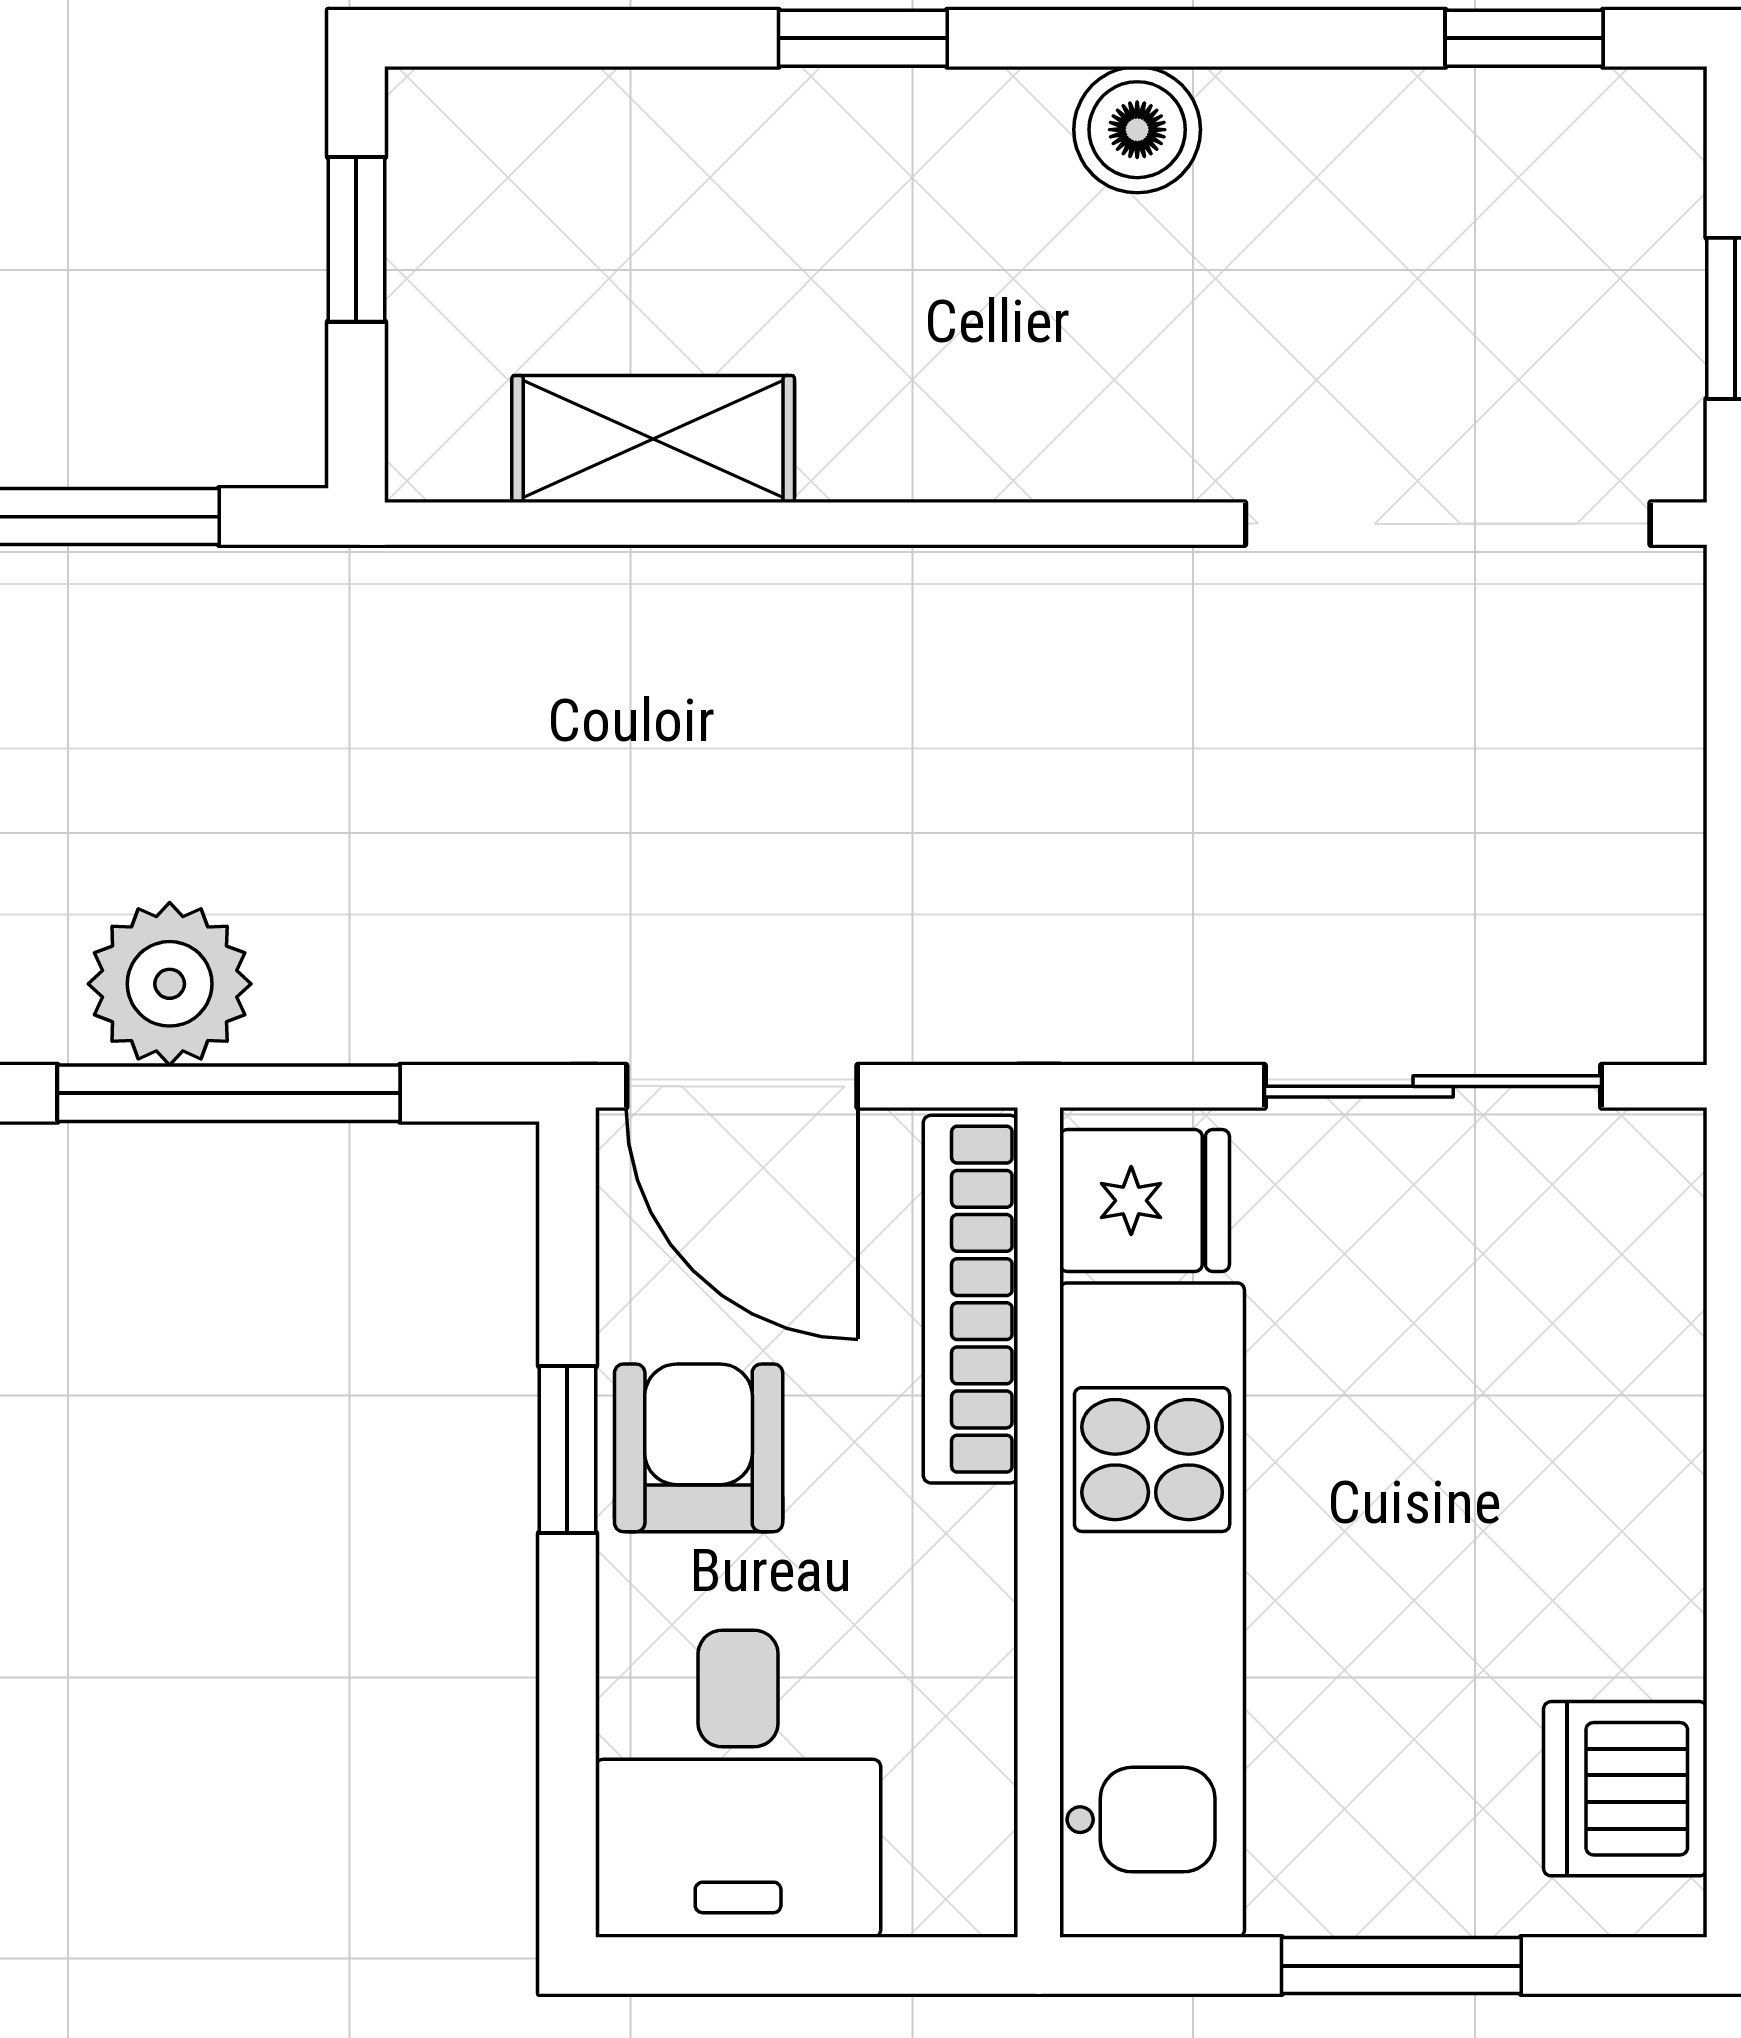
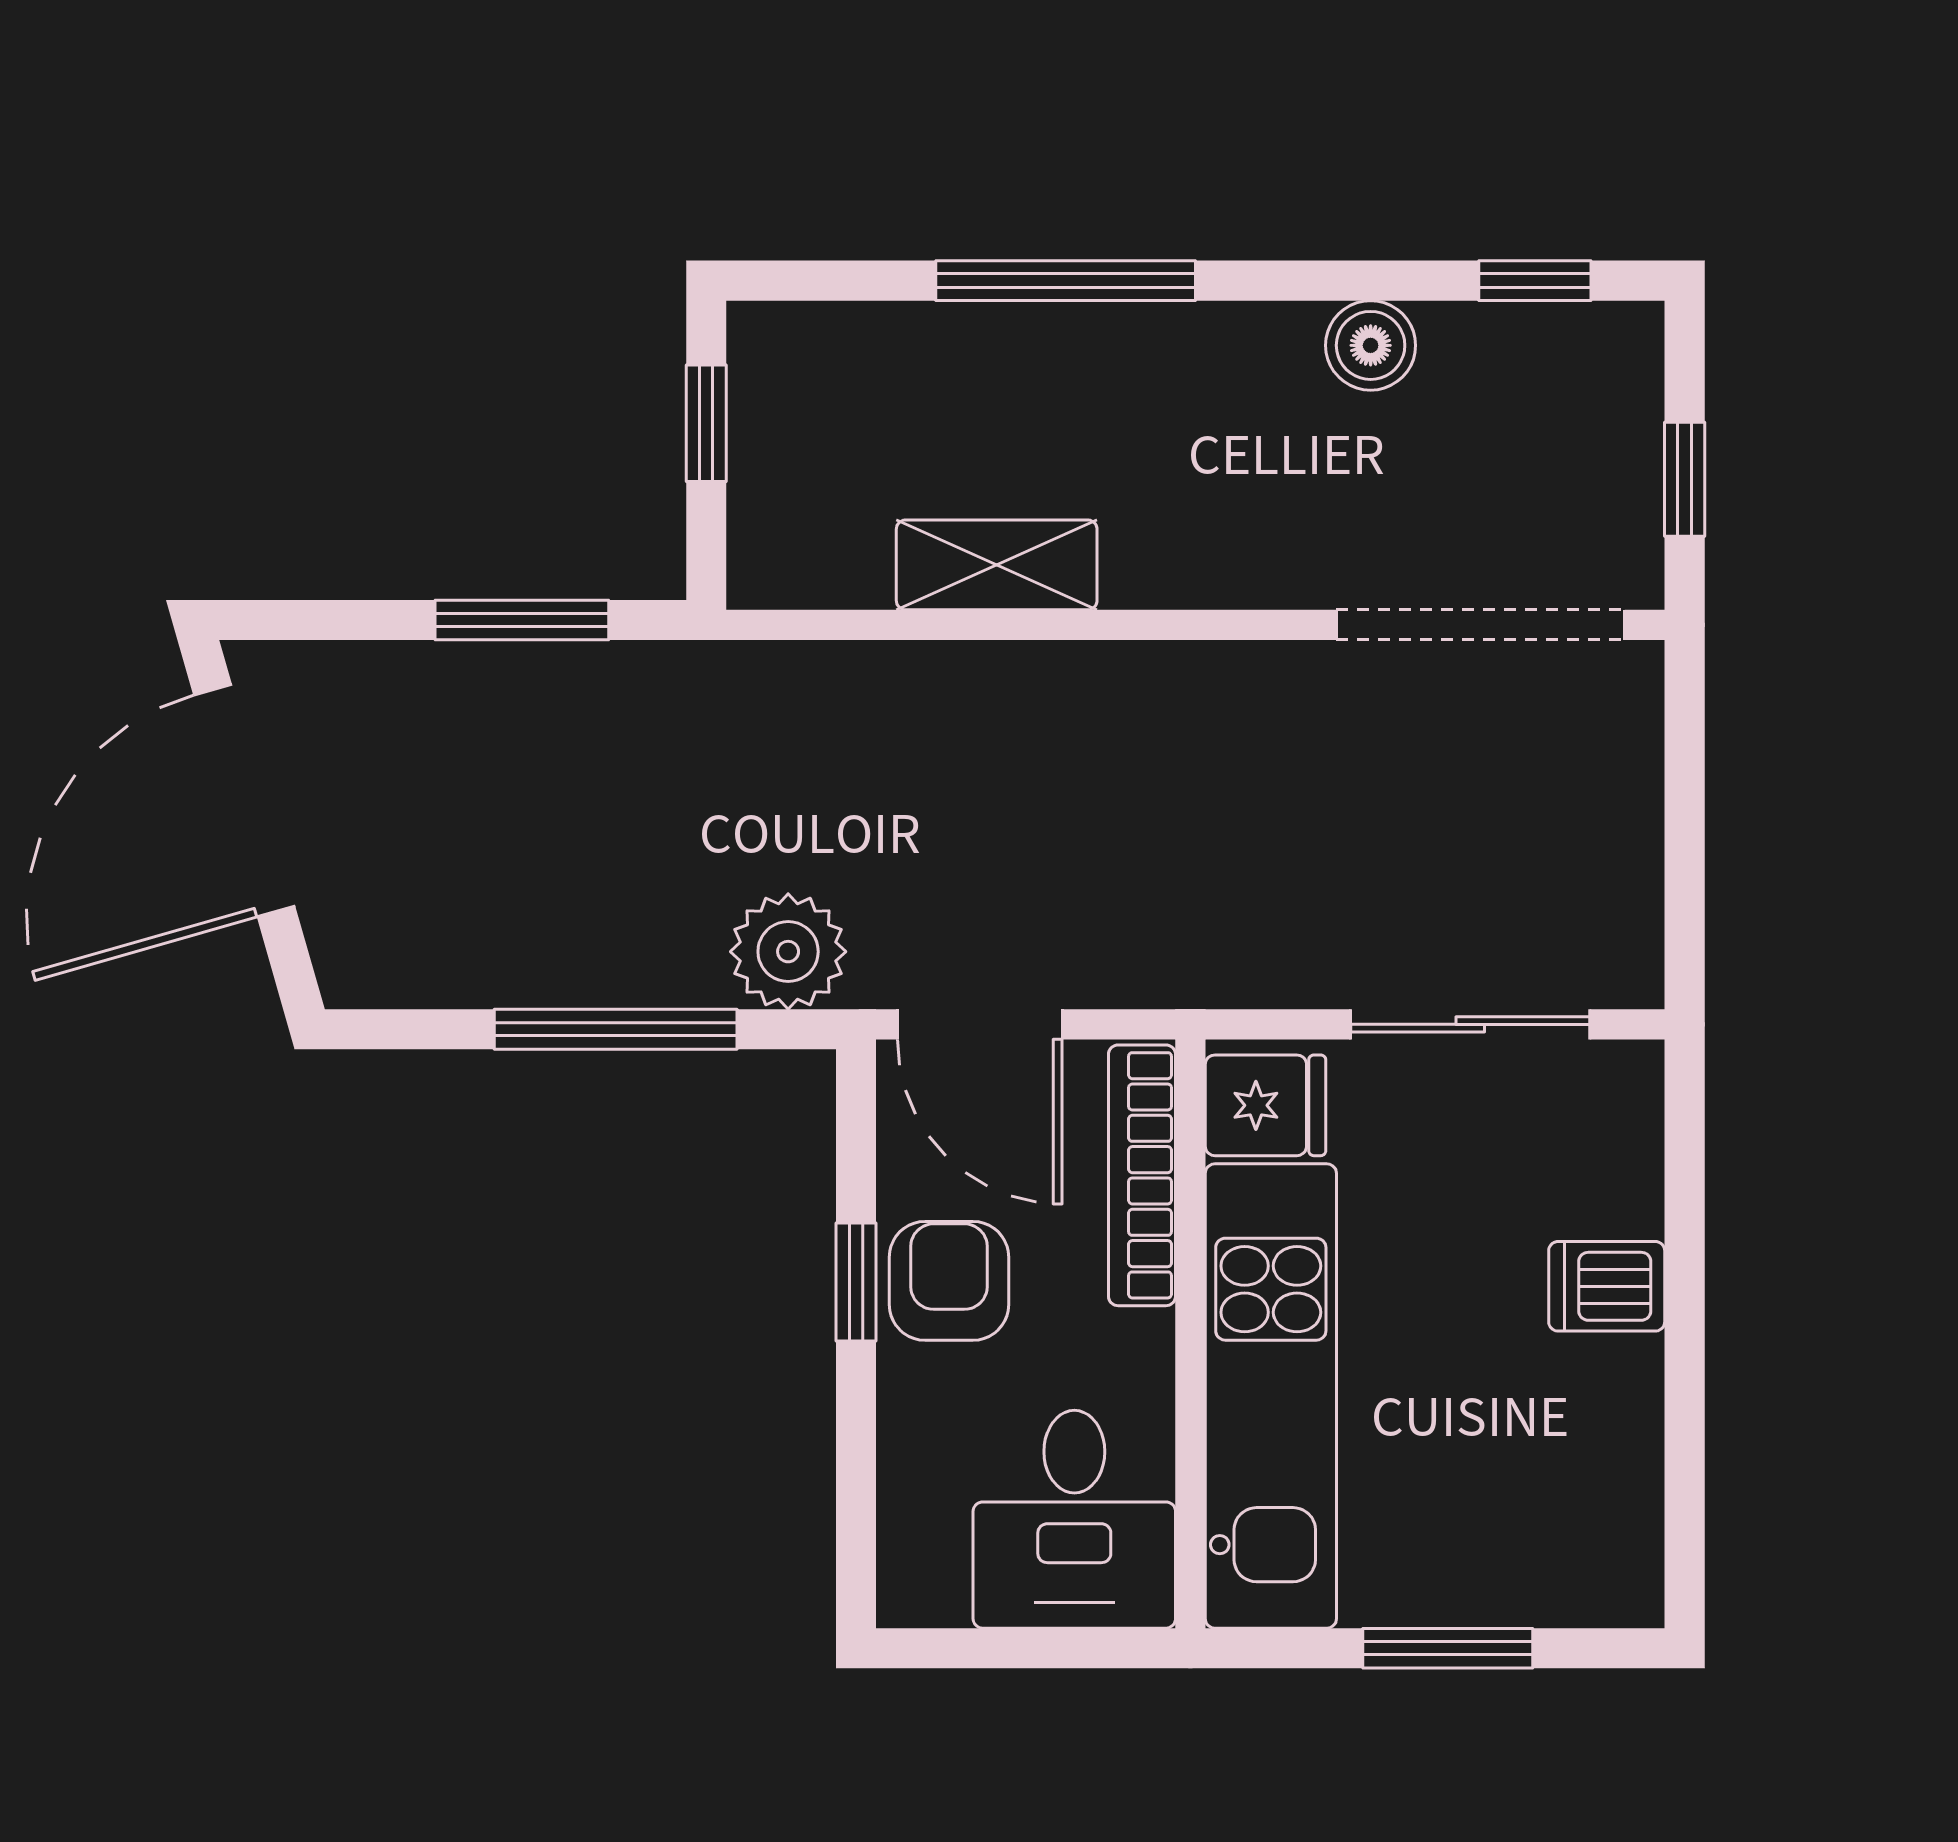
window: (863, 38) -> (1066, 281), width x2.17
boiler: (1137, 130) -> (1371, 345), moved
shelving: (653, 439) -> (997, 565), moved
plant: (170, 984) -> (788, 952), moved
desk: (738, 1784) -> (1074, 1519), moved
dishwasher: (1625, 1789) -> (1607, 1286), moved, width x0.73

